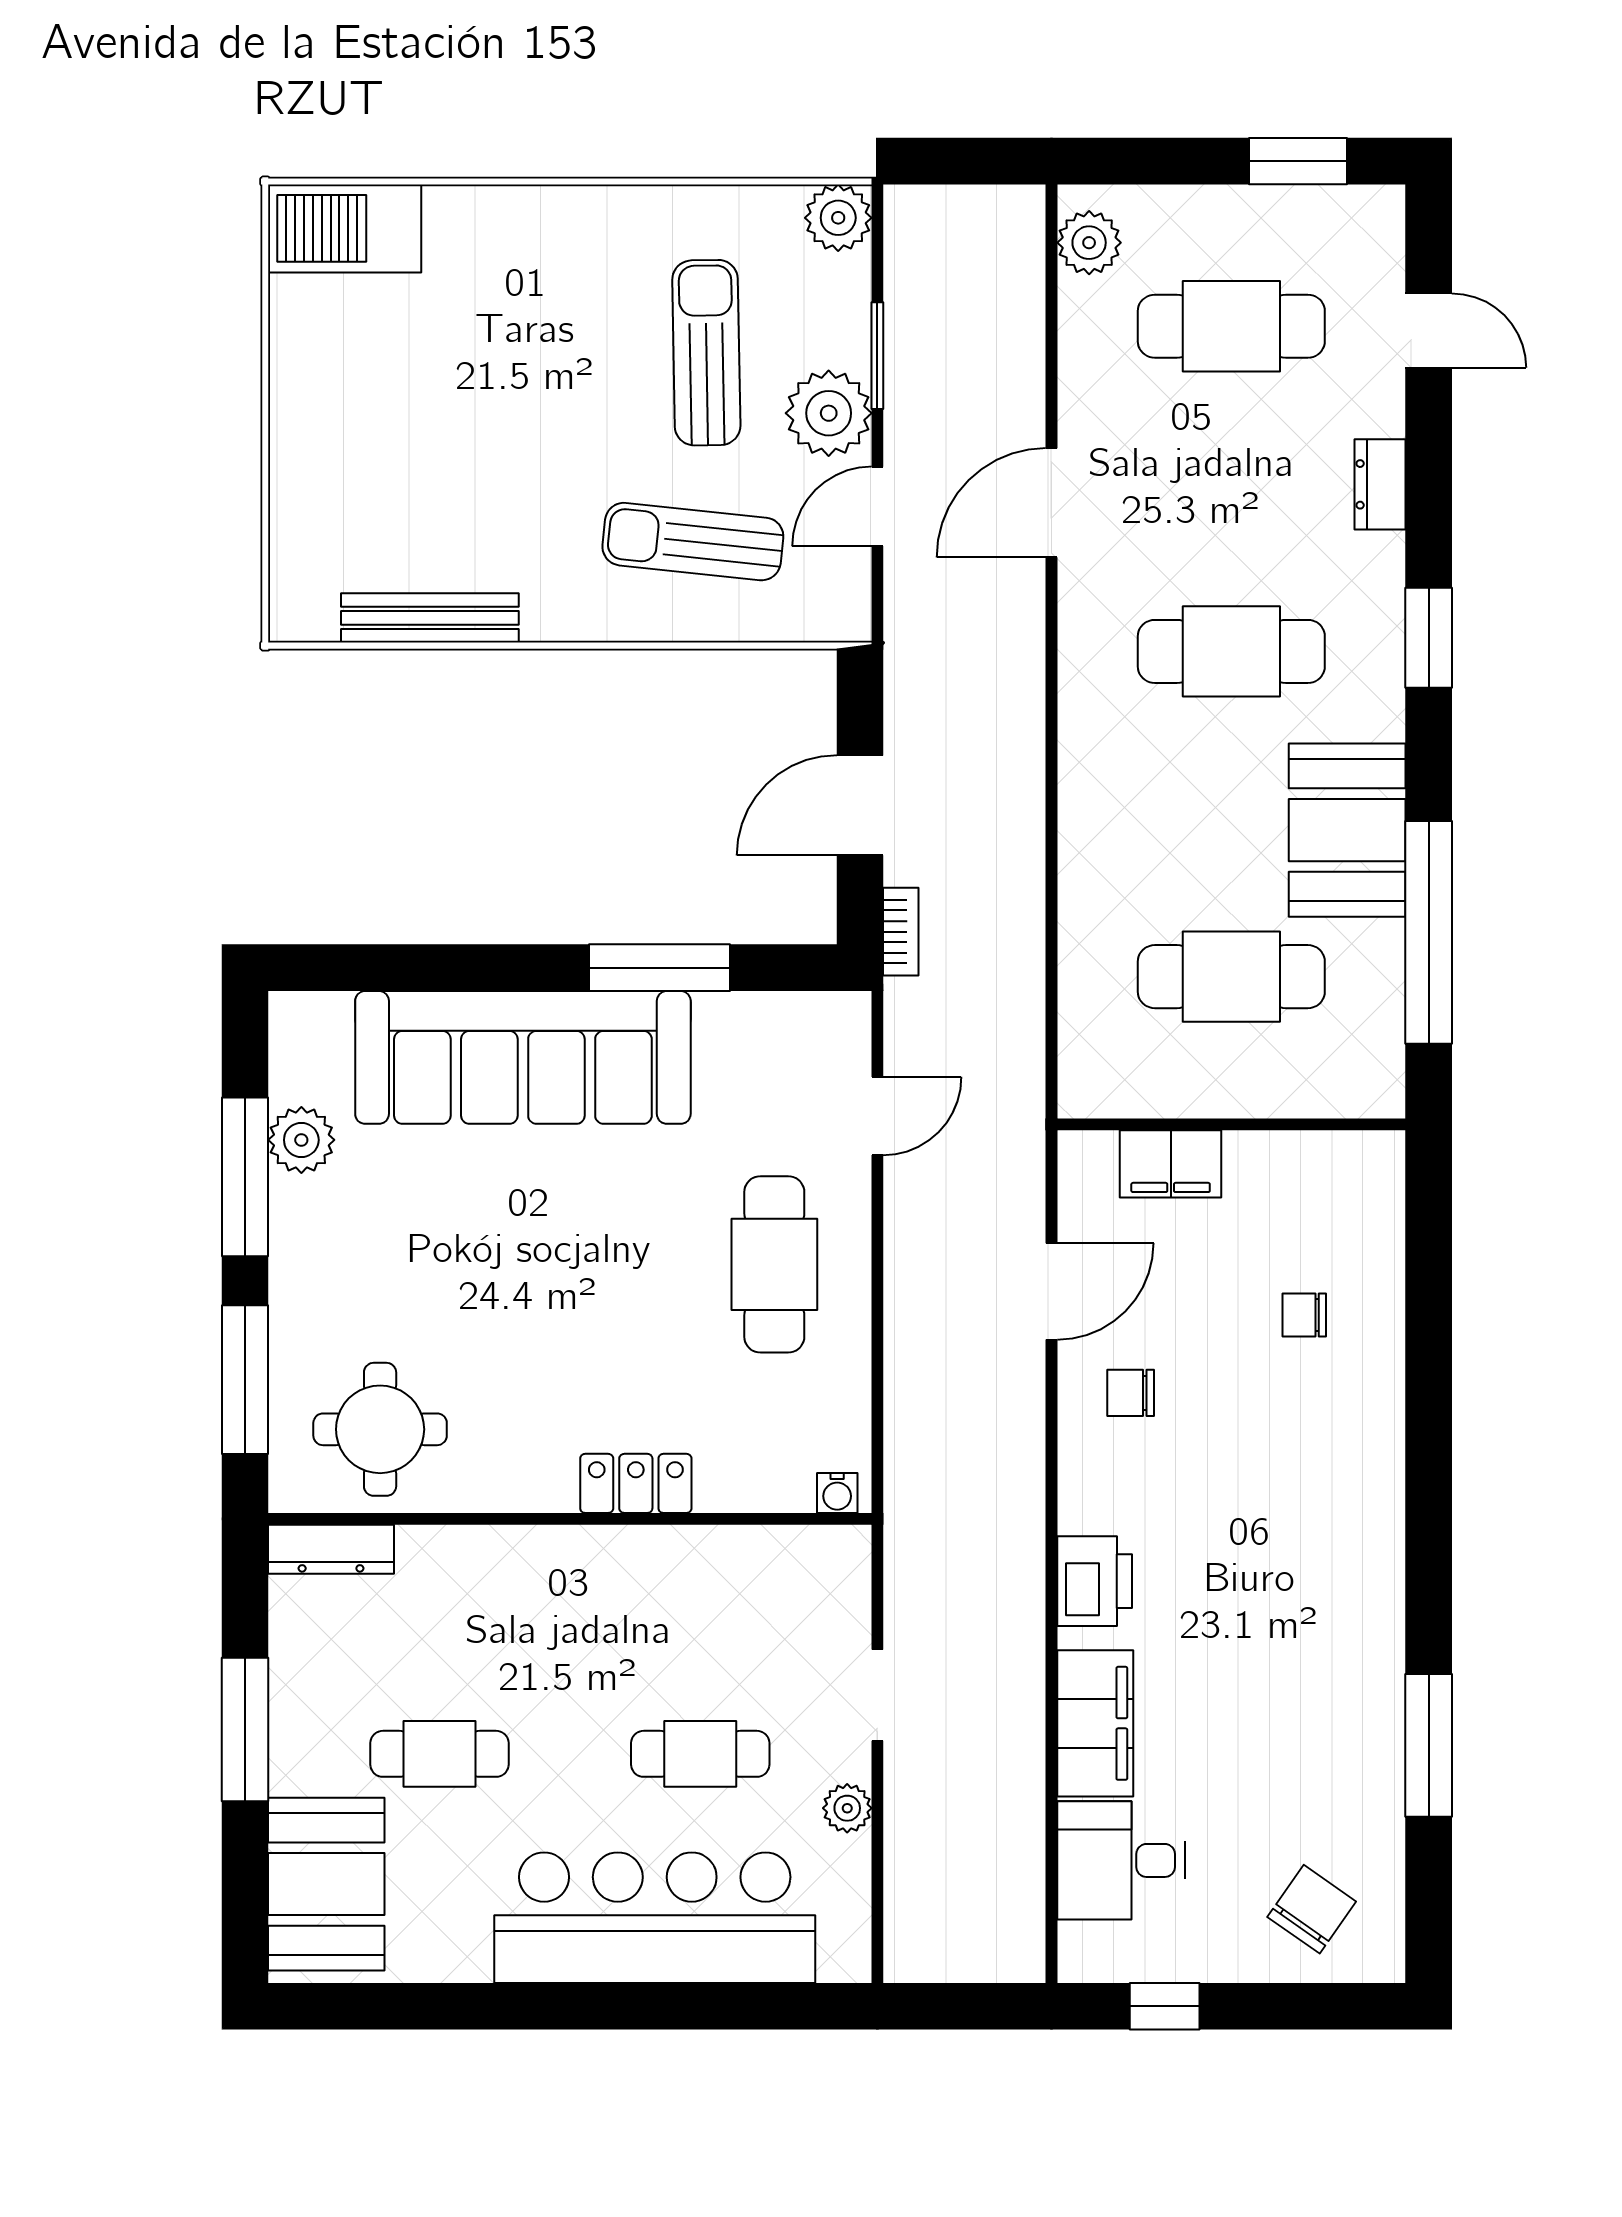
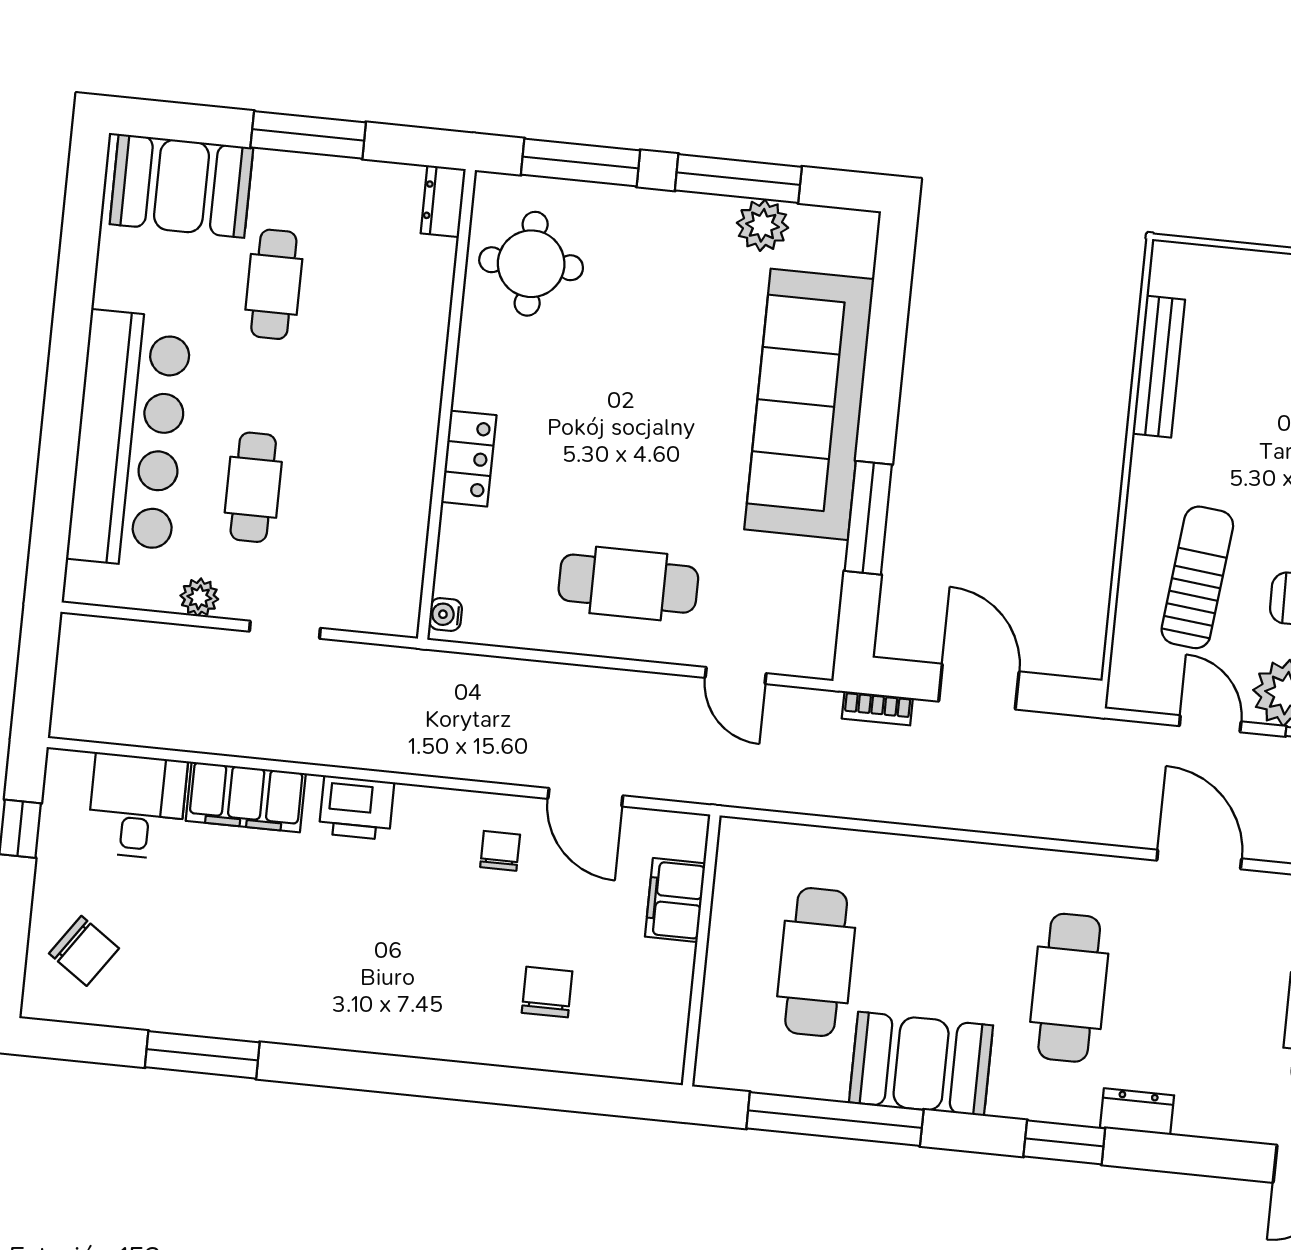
dresser: (1380, 484) -> (1137, 1112), moved
chair: (1304, 1315) -> (547, 992), width x1.37, depth x1.37
dresser: (331, 1549) -> (443, 201), width x0.70

